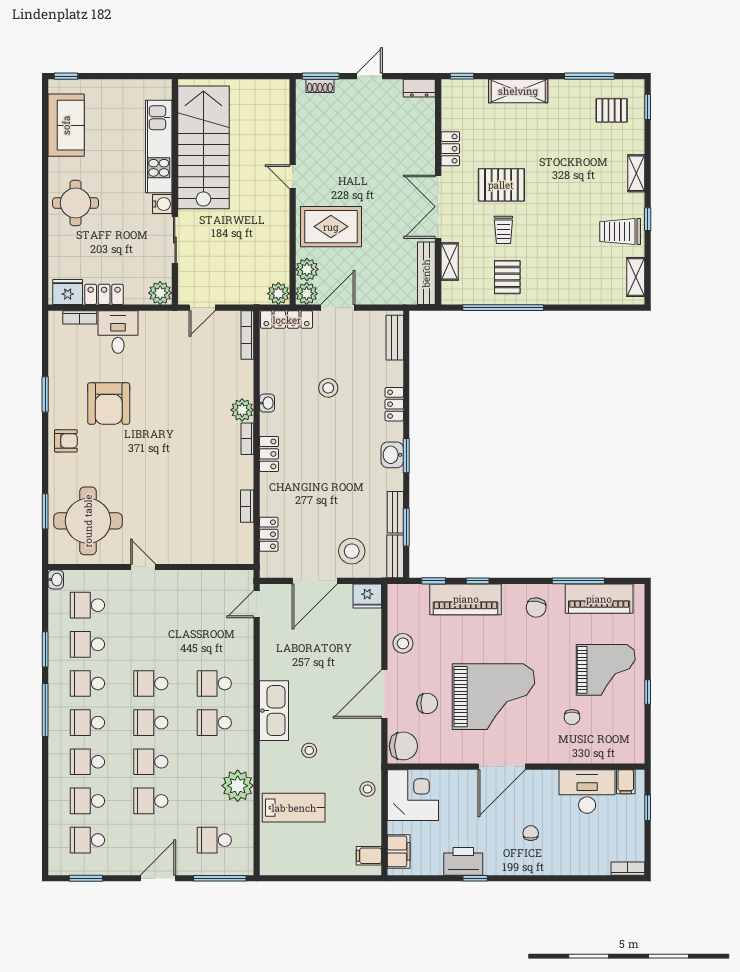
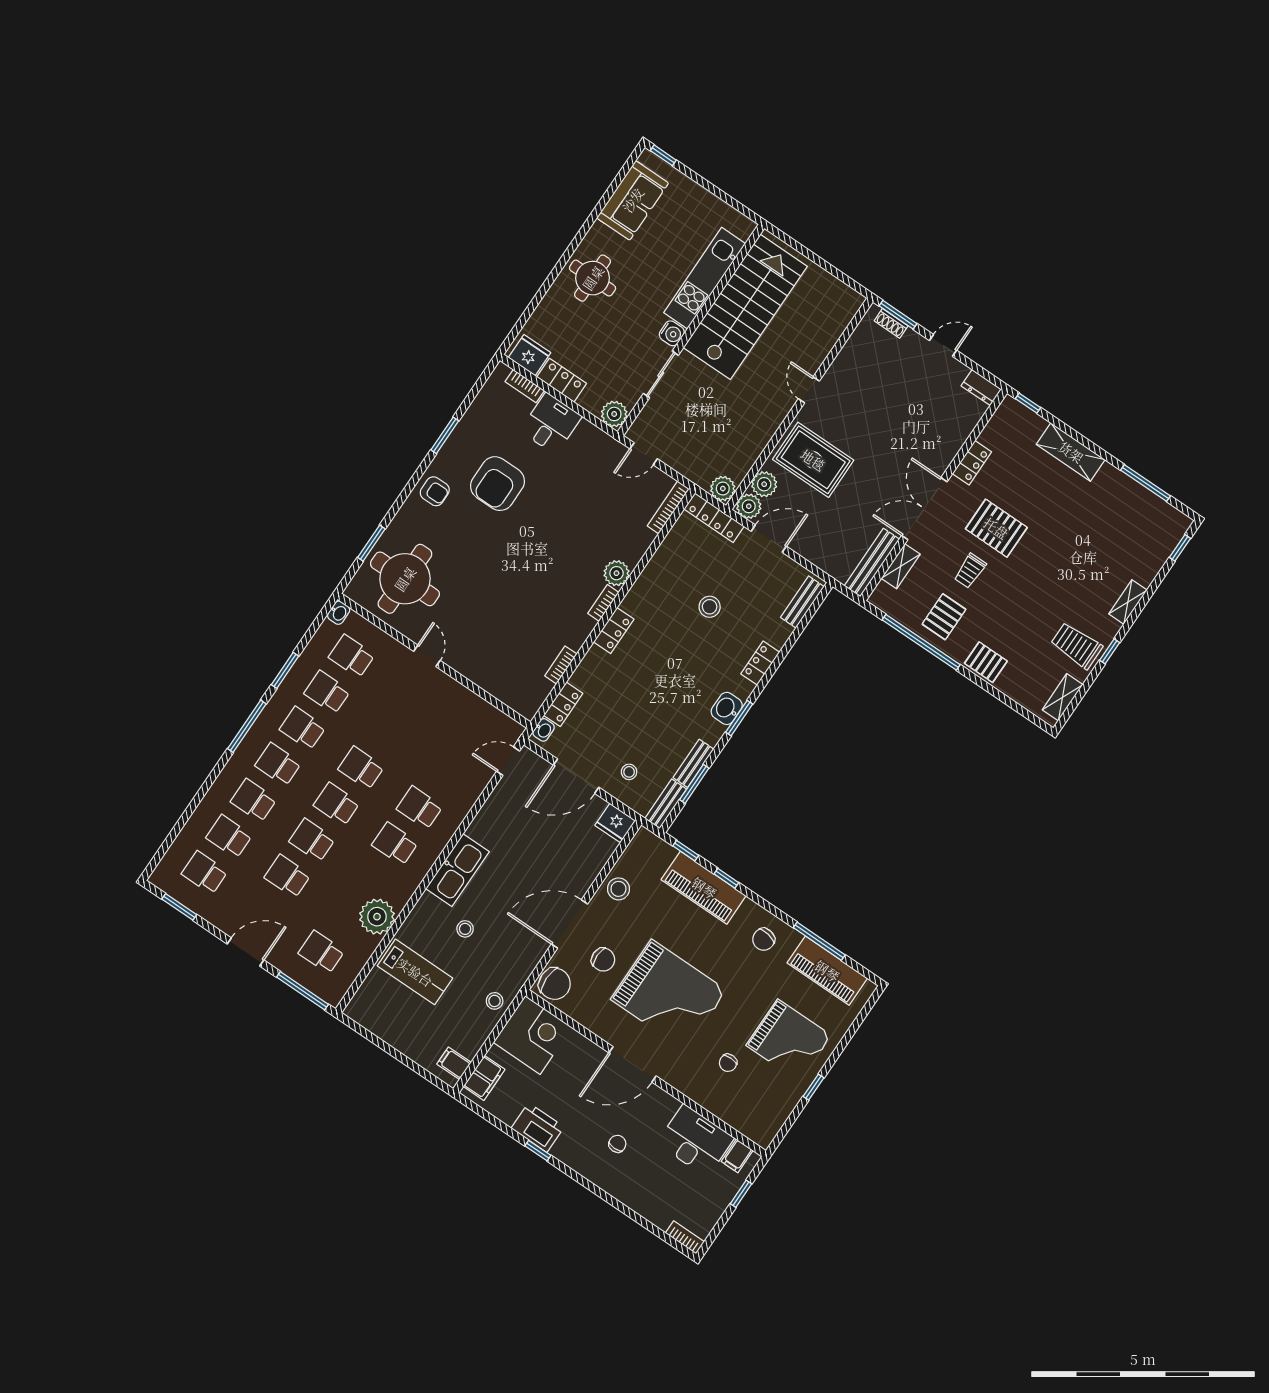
pallet: (612, 110) -> (986, 662), moved
washbasin: (267, 403) -> (543, 730), moved
stool: (352, 551) -> (629, 772), width x0.53, depth x0.53

